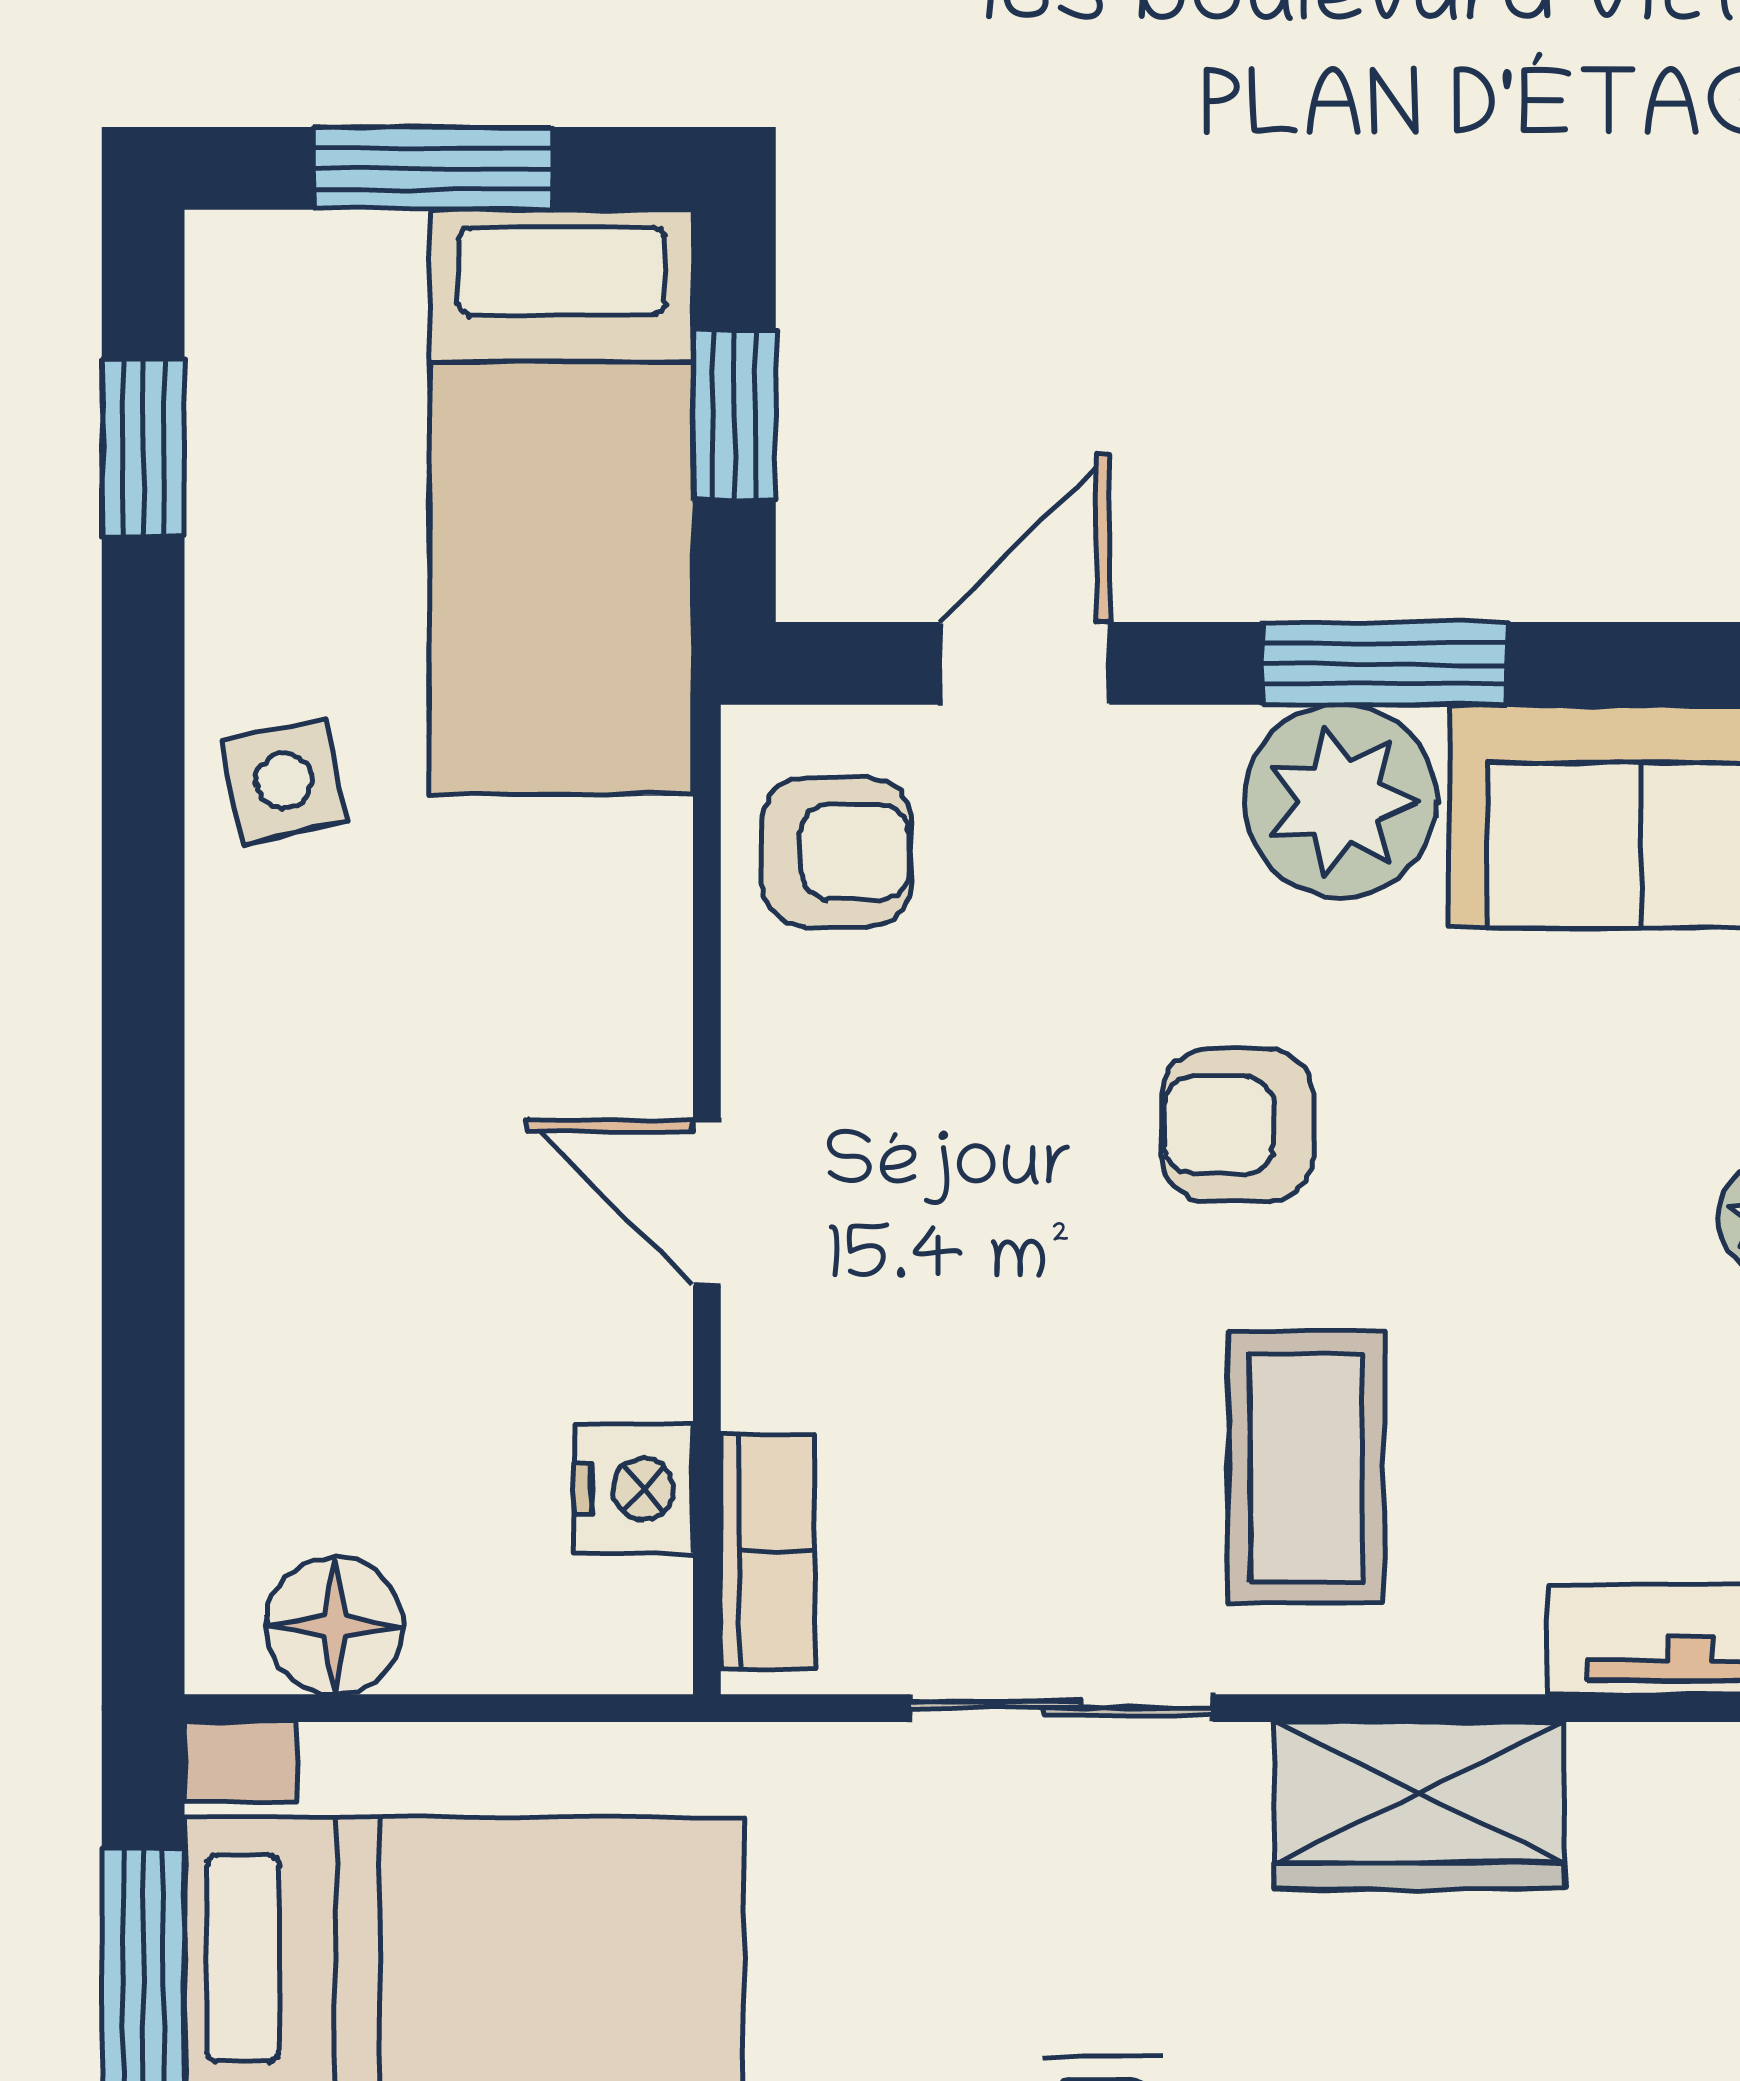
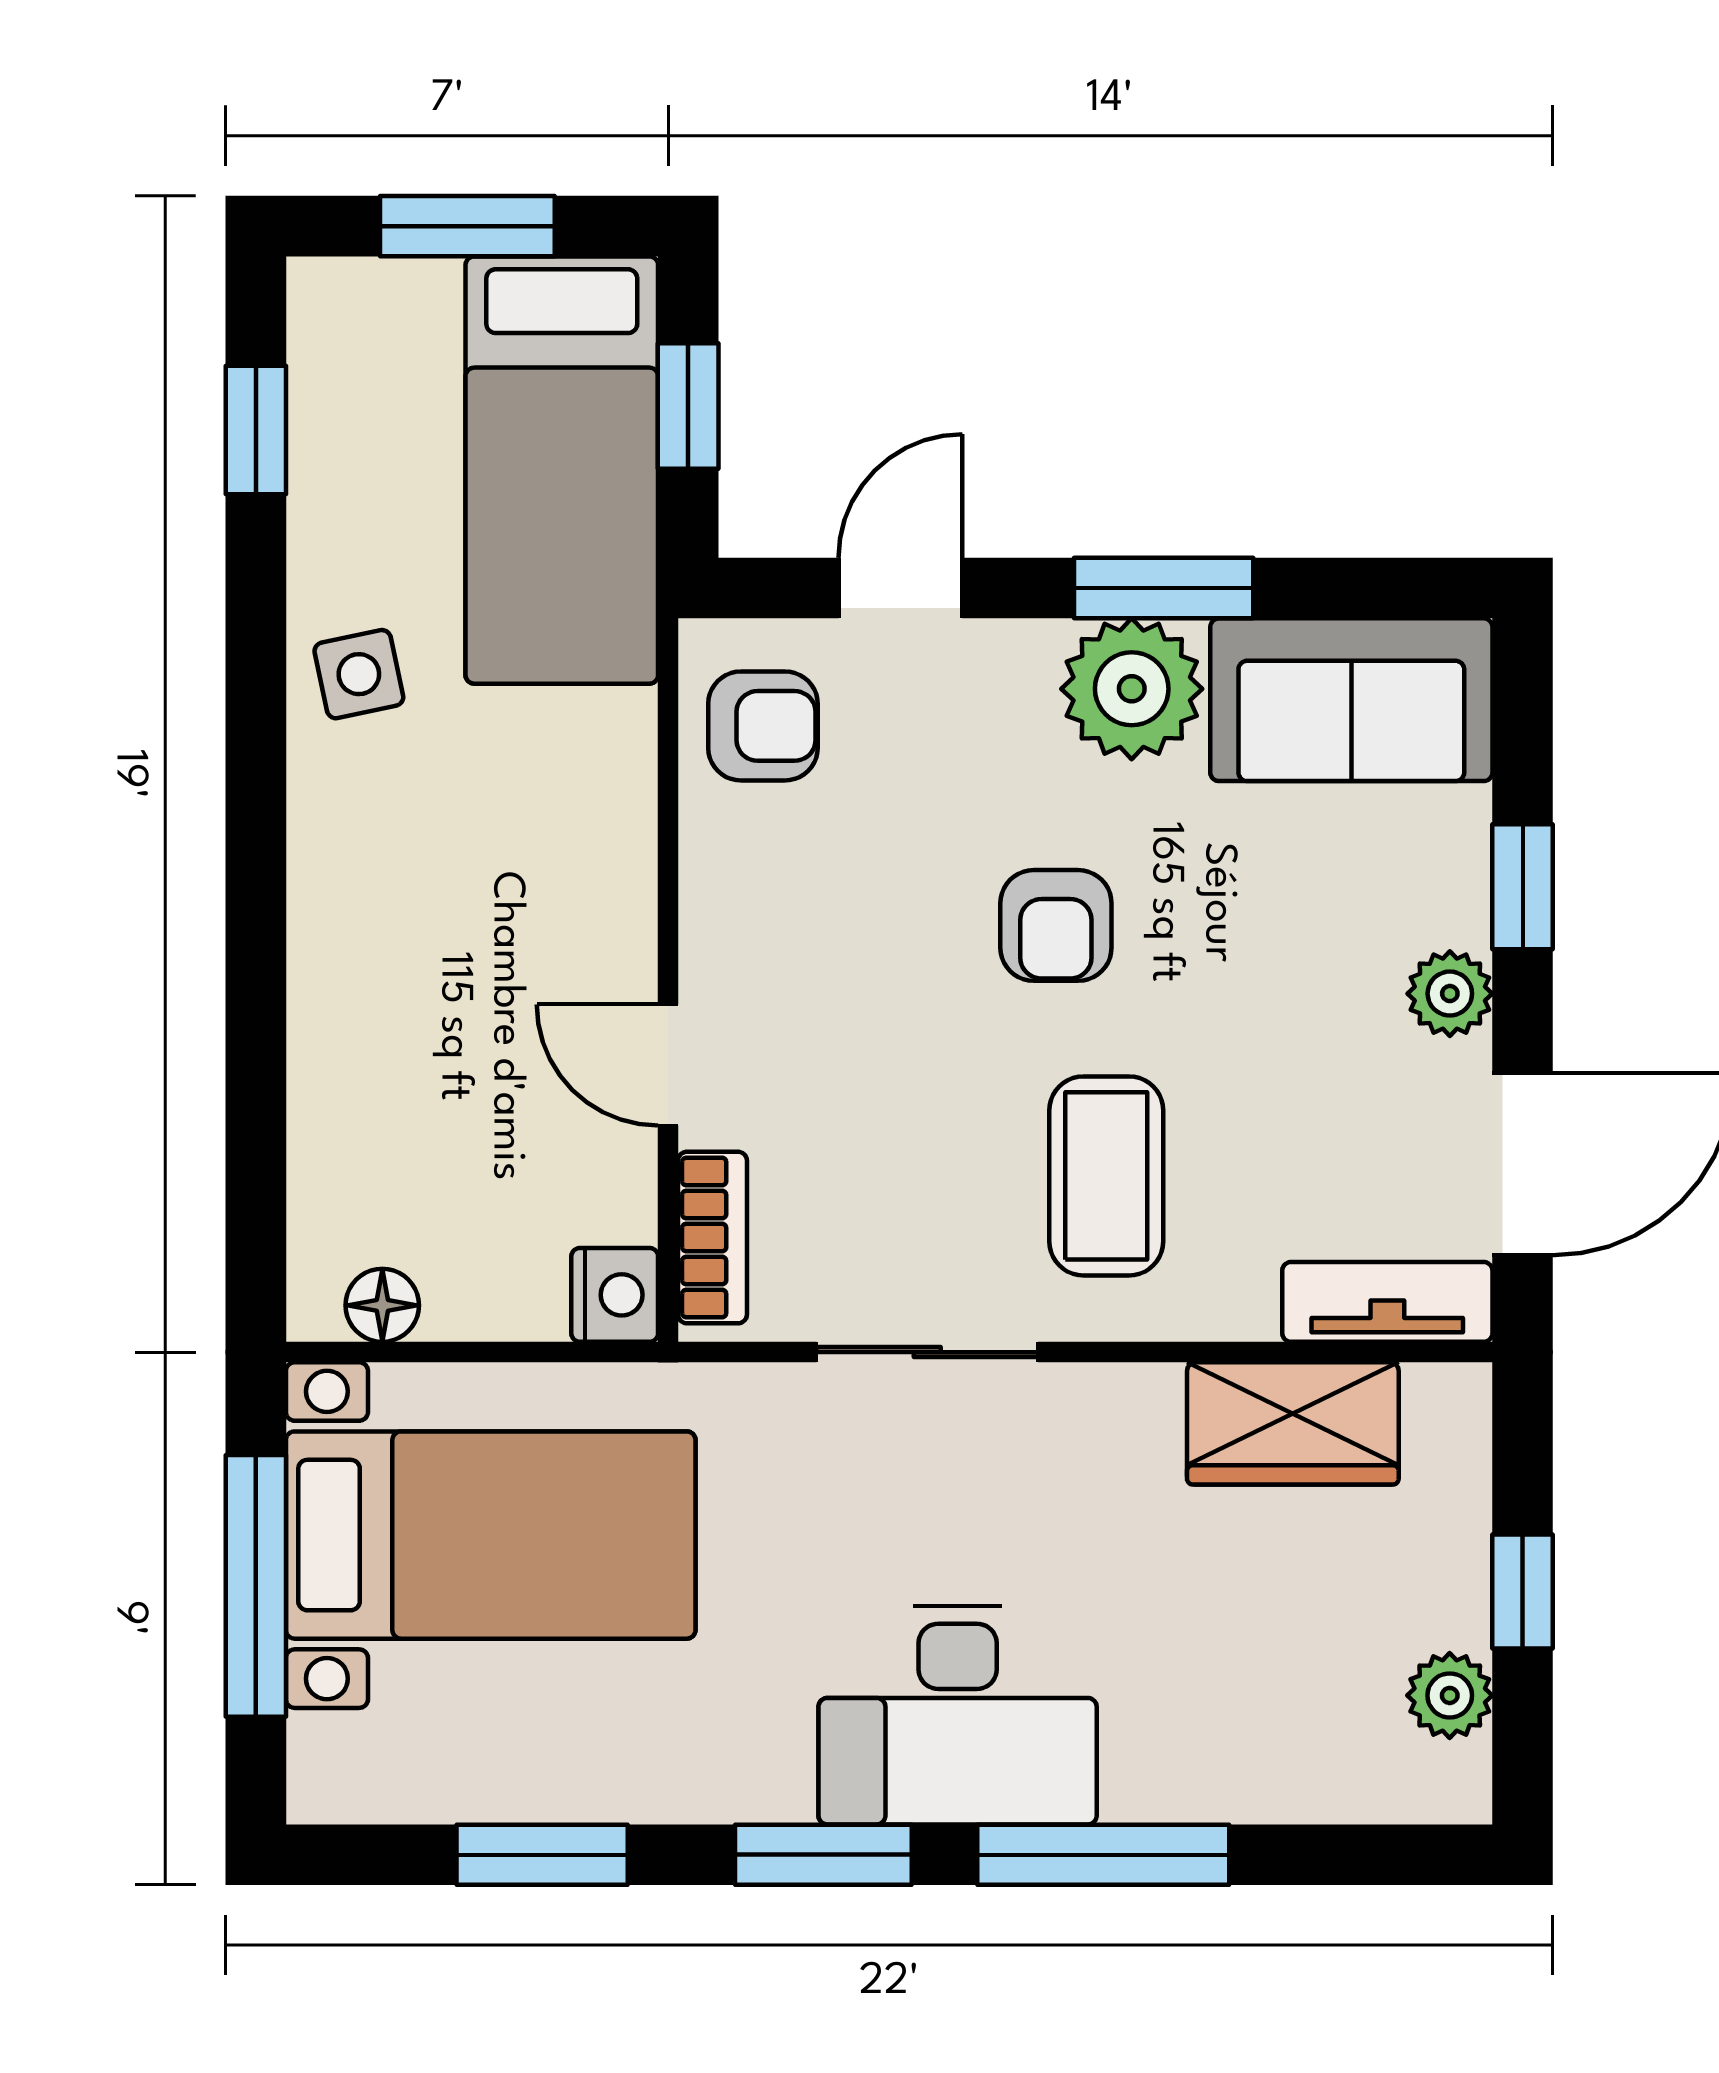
armchair: (1237, 1125) -> (1056, 925), turned -90
door: (707, 1203) -> (668, 1065), moved
nightstand: (634, 1489) -> (615, 1295), moved
floor lamp: (335, 1626) -> (382, 1305), width x0.73, depth x0.73
wardrobe: (1419, 1806) -> (1293, 1423), moved

